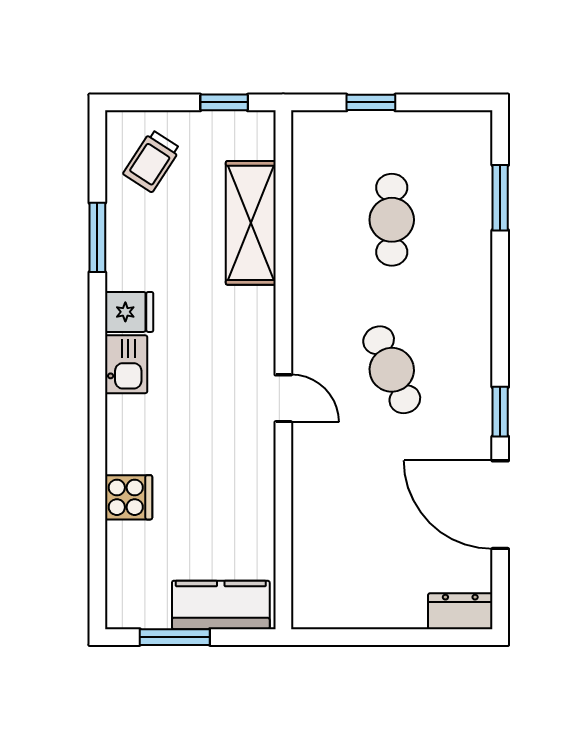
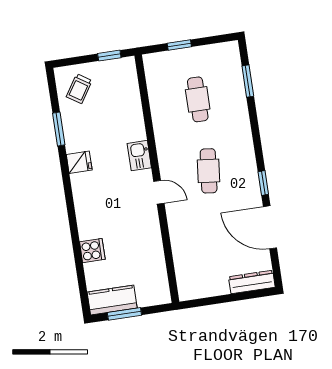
shelving: (251, 223) -> (131, 111), removed
kitchen sink: (126, 364) -> (139, 156), moved, turned 180
cafe table: (392, 370) -> (209, 171), turned 30
kitchen counter: (221, 605) -> (112, 300), moved
dresser: (460, 611) -> (252, 282), width x1.44

